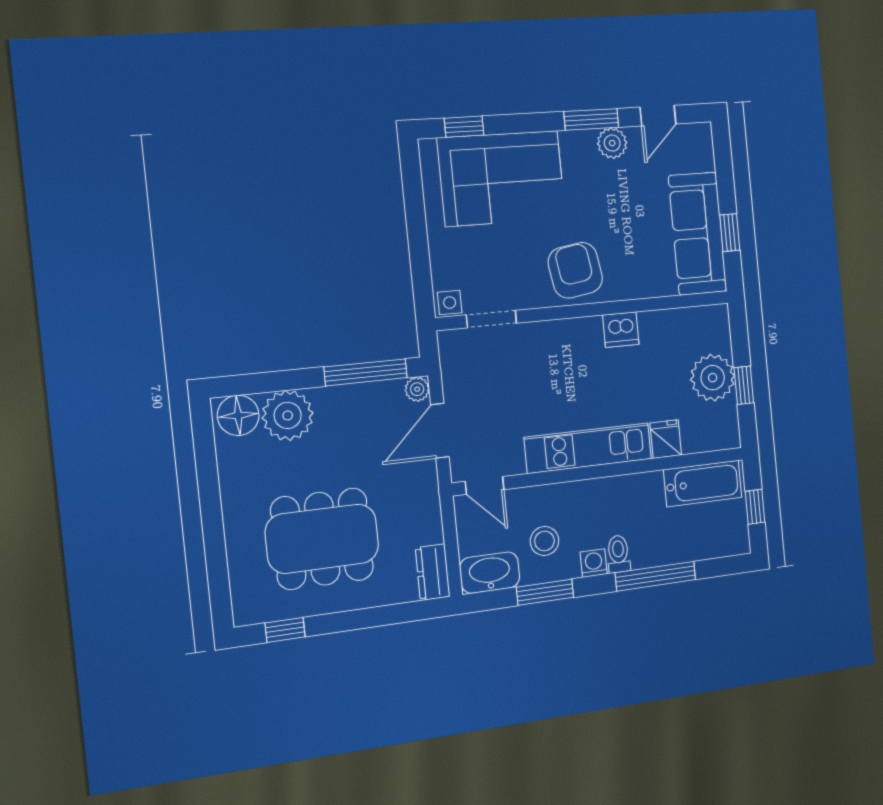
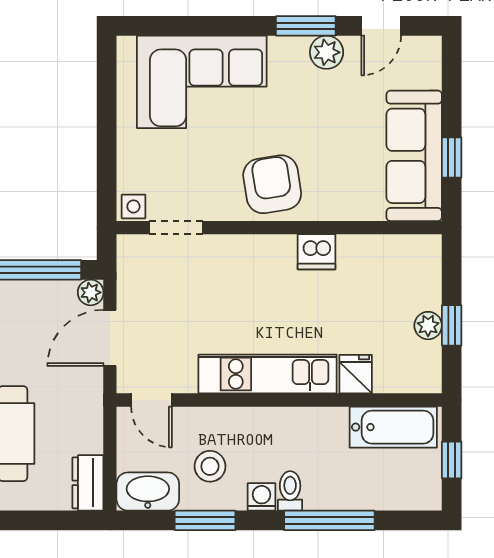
window: (464, 127) -> (167, 26), removed
plant: (713, 378) -> (428, 326), width x0.53, depth x0.53

